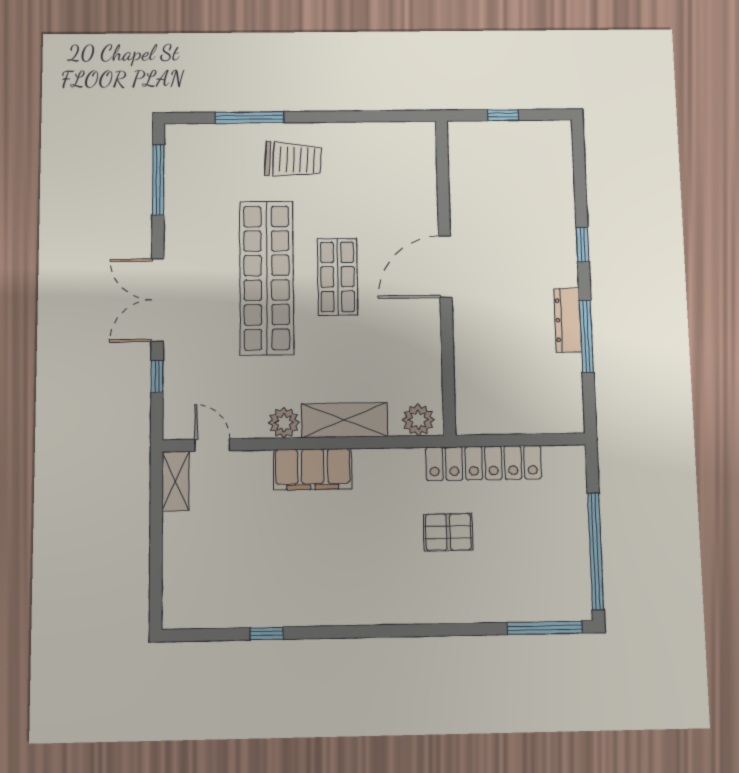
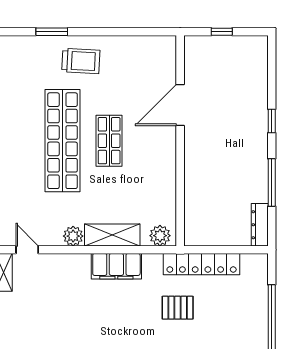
window: (249, 117) -> (52, 32), width x0.69
door: (445, 267) -> (180, 105), moved
dresser: (568, 320) -> (260, 225), moved
filing cabinet: (313, 469) -> (116, 266), moved

